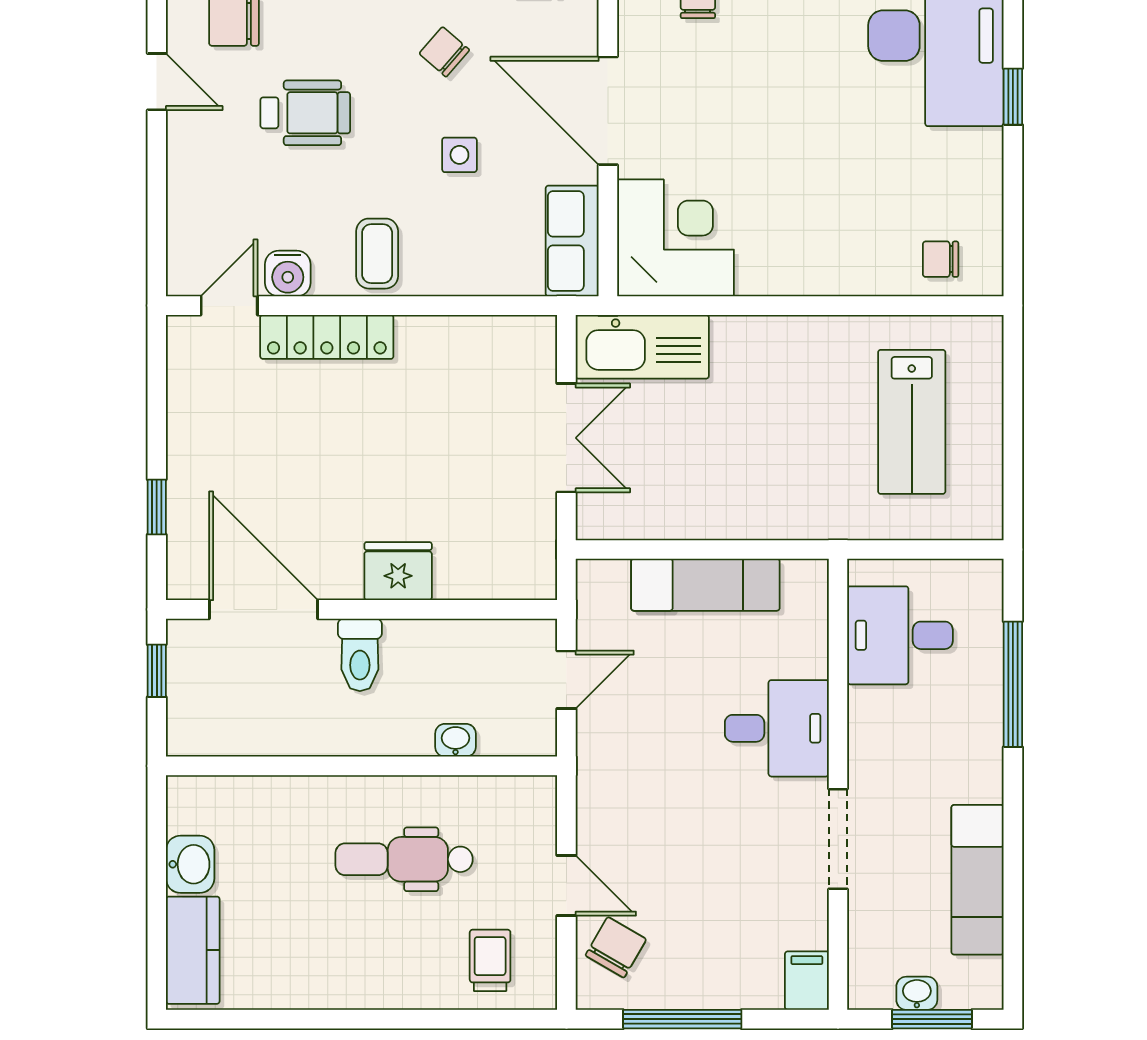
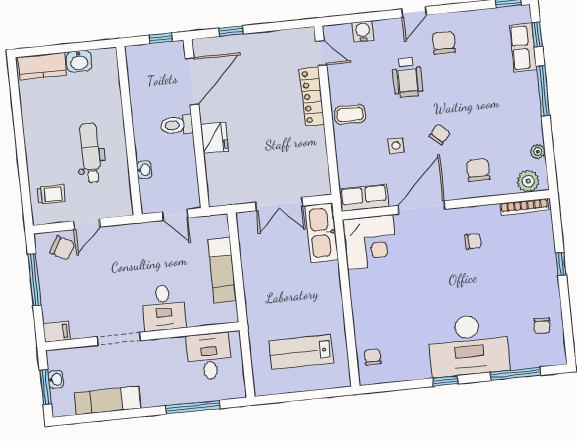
water cooler: (288, 274) -> (363, 31), moved, turned 90

